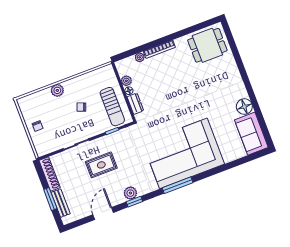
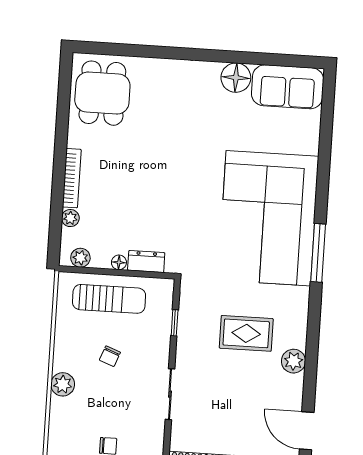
plant: (126, 81) -> (80, 258), moved
sun lounger: (112, 107) -> (109, 299), moved
rug: (101, 165) -> (246, 333), moved, turned 90
plant: (130, 193) -> (293, 361), moved
window: (134, 202) -> (313, 339), removed
door: (103, 214) -> (307, 431), moved

